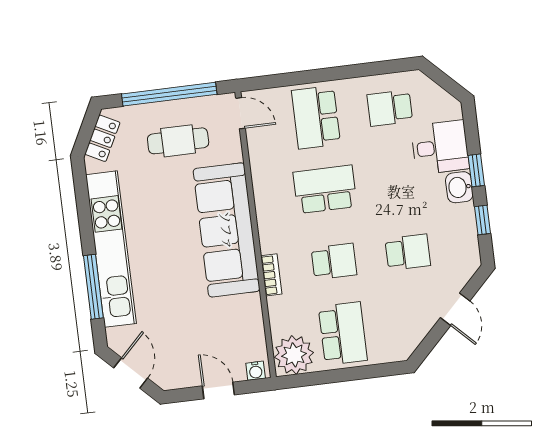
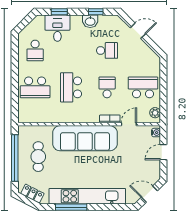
door: (240, 113) -> (129, 124), moved
window: (476, 170) -> (59, 12), moved
washbasin: (459, 187) -> (90, 21), moved
school desk: (408, 252) -> (107, 50), turned 90
window: (93, 287) -> (71, 207), moved
plant: (294, 355) -> (155, 113), width x0.53, depth x0.53

